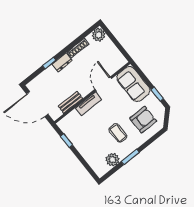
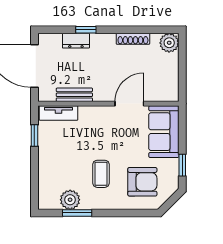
dresser: (62, 62) -> (76, 41), moved
tv unit: (89, 104) -> (58, 113), moved
window: (130, 157) -> (77, 213), moved

